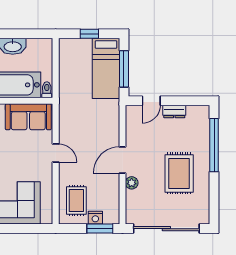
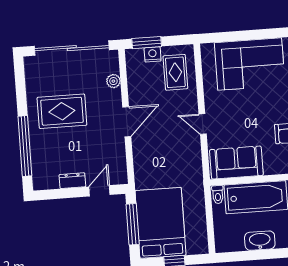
bed: (106, 68) -> (161, 223), width x1.50
rug: (179, 173) -> (62, 111), turned 90
plant: (132, 183) -> (113, 81), moved

